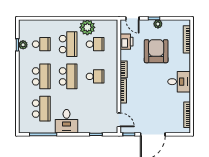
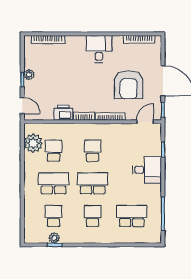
door: (132, 18) -> (22, 106), hinge flipped
plant: (87, 27) -> (33, 143), moved
printer: (127, 42) -> (63, 113), moved
armchair: (156, 51) -> (129, 85), moved, turned -90
school desk: (41, 76) -> (93, 216), width x0.54
desk: (67, 121) -> (147, 170), moved

